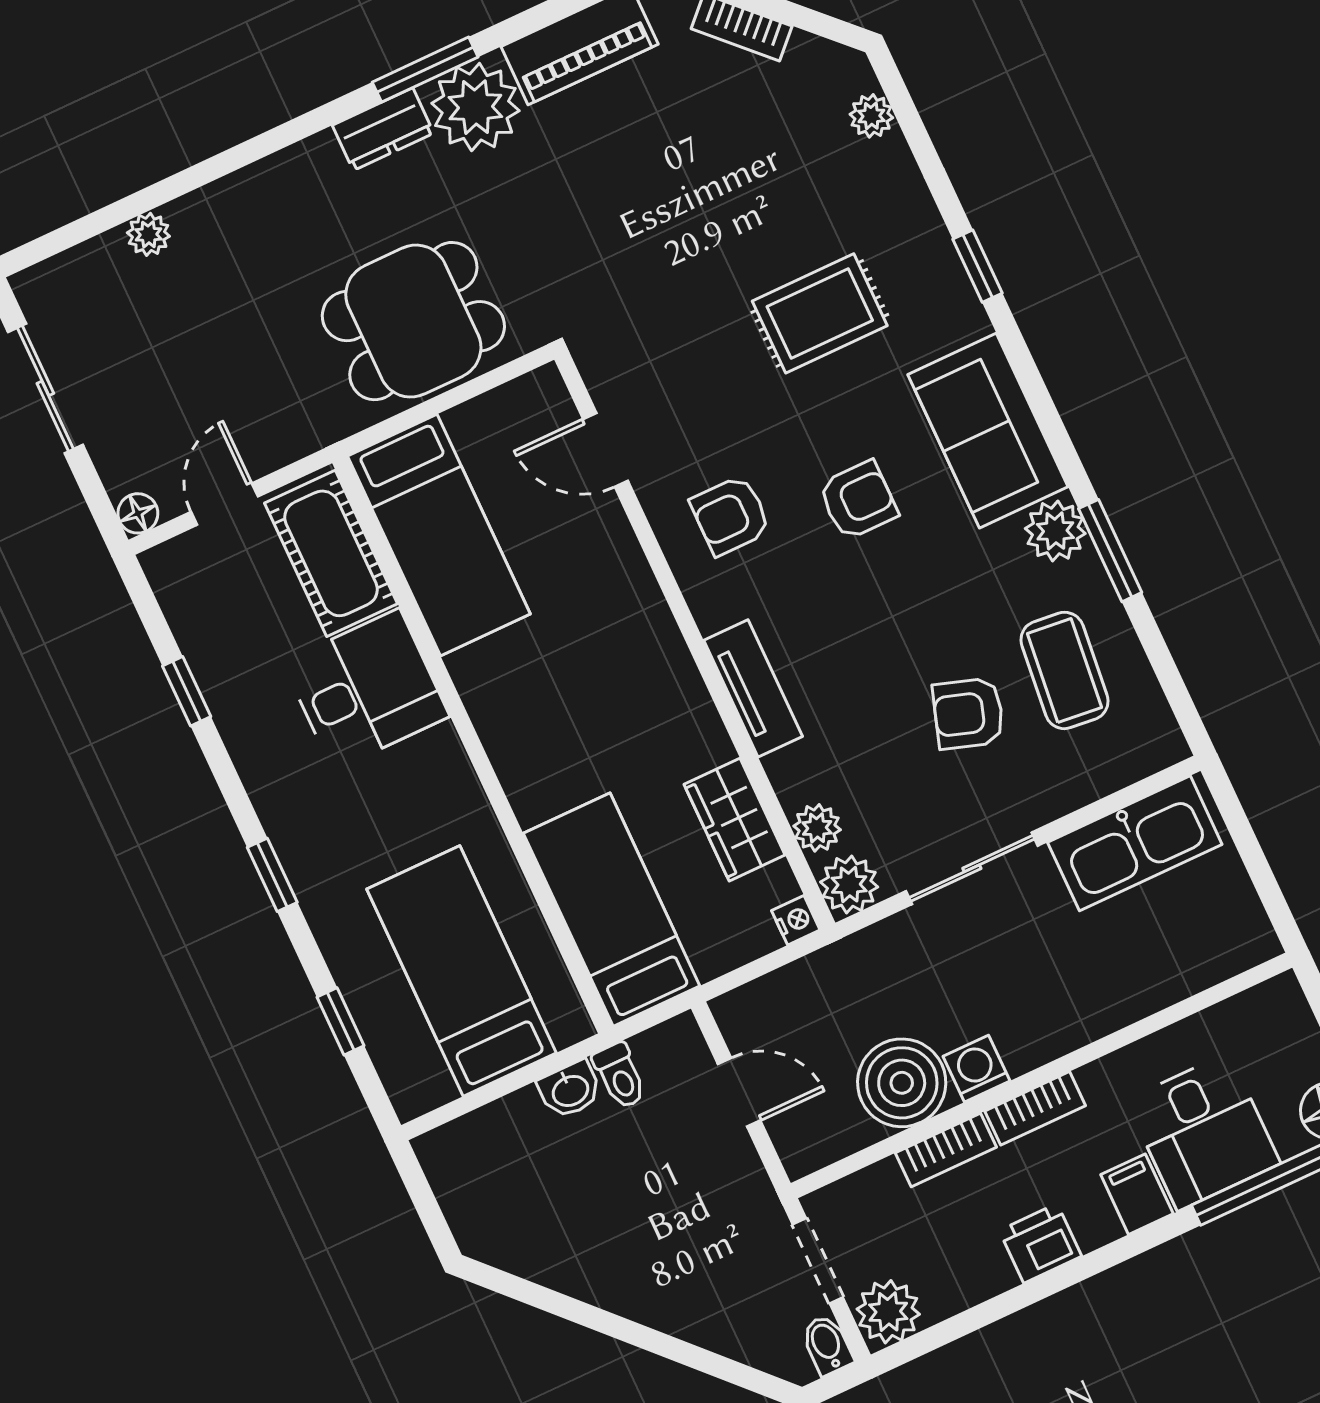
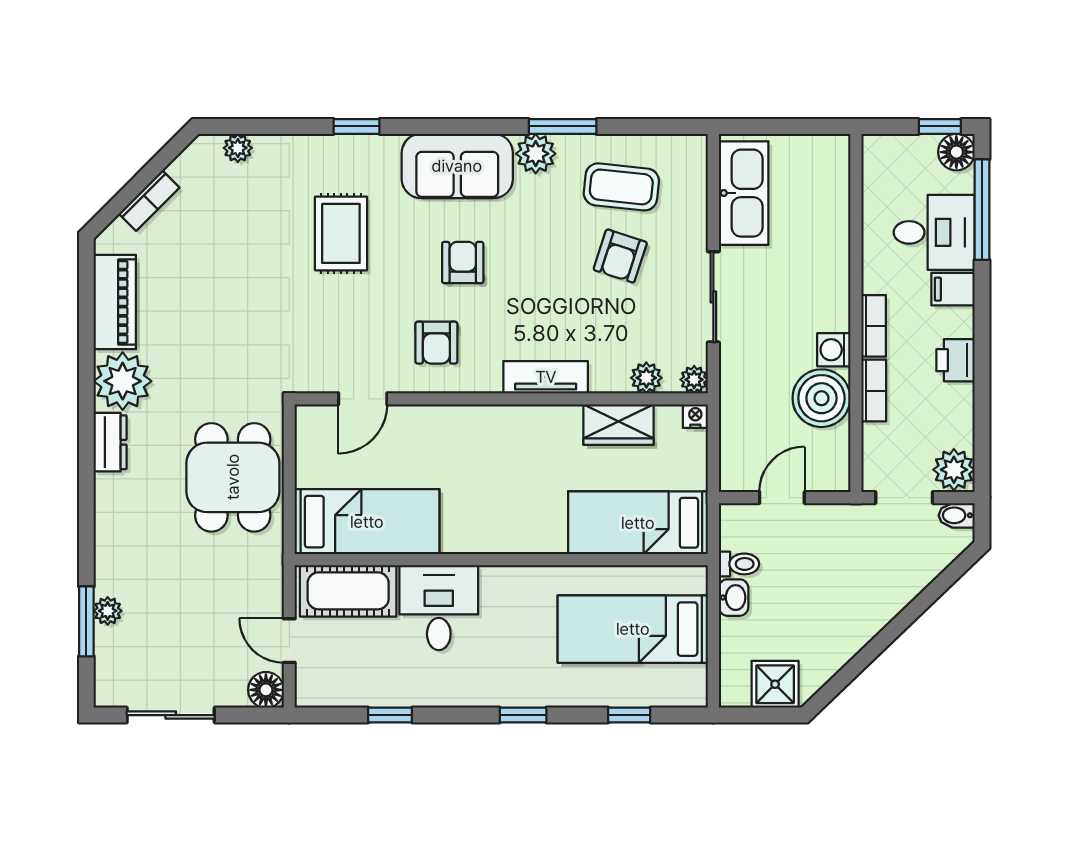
window: (425, 70) -> (86, 621), moved
floor lamp: (138, 513) -> (266, 690), width x1.37, depth x1.37
plant: (849, 885) -> (694, 380), width x0.73, depth x0.73
shower: (477, 1203) -> (775, 684), added

